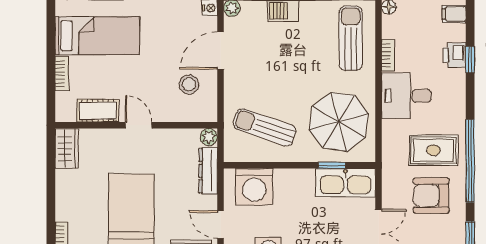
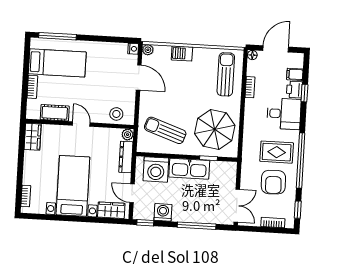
filing cabinet: (454, 14) -> (295, 74), moved
door: (220, 51) -> (139, 78), swing flipped
stool: (189, 84) -> (116, 114), moved
desk: (406, 96) -> (284, 114), moved, turned 180
kitchen sink: (345, 183) -> (189, 169), moved
armchair: (431, 196) -> (273, 182), turned -92

